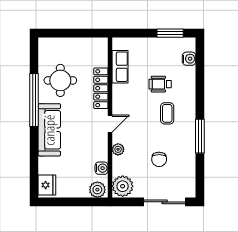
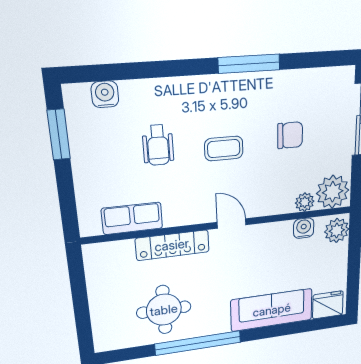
coffee table: (167, 113) -> (224, 149), moved
sofa: (49, 130) -> (272, 310), moved
plant: (118, 149) -> (305, 202), moved

